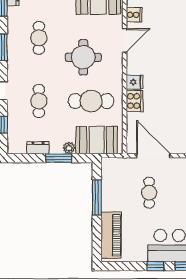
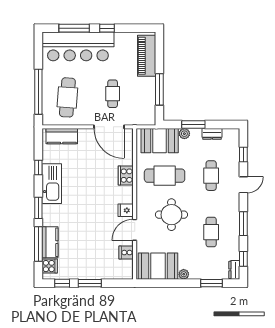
fridge: (135, 82) -> (126, 210), moved

